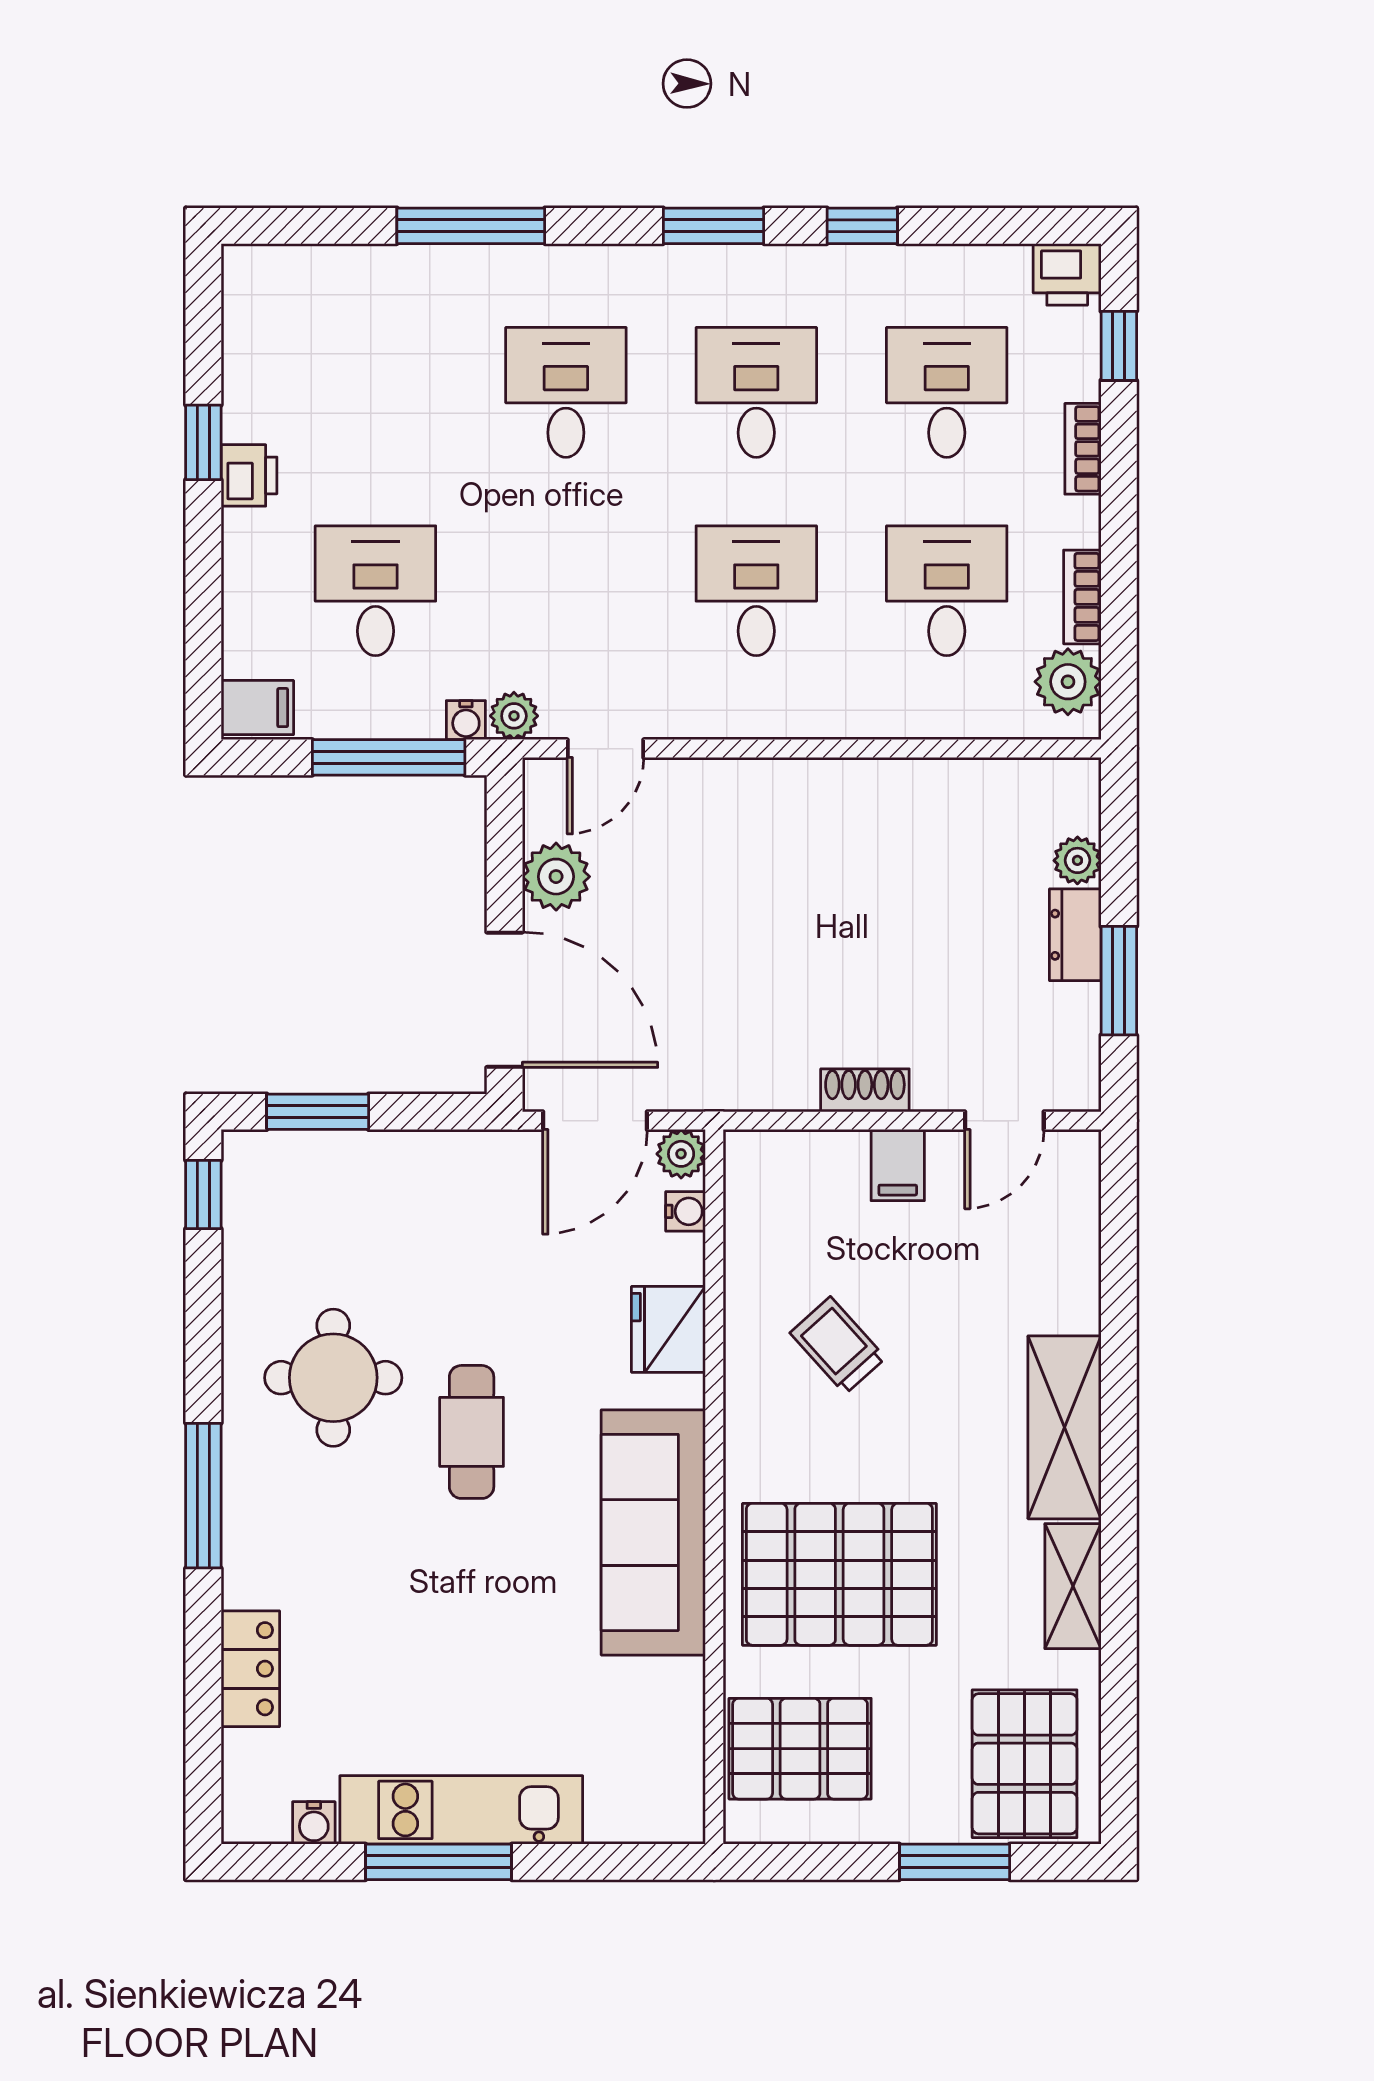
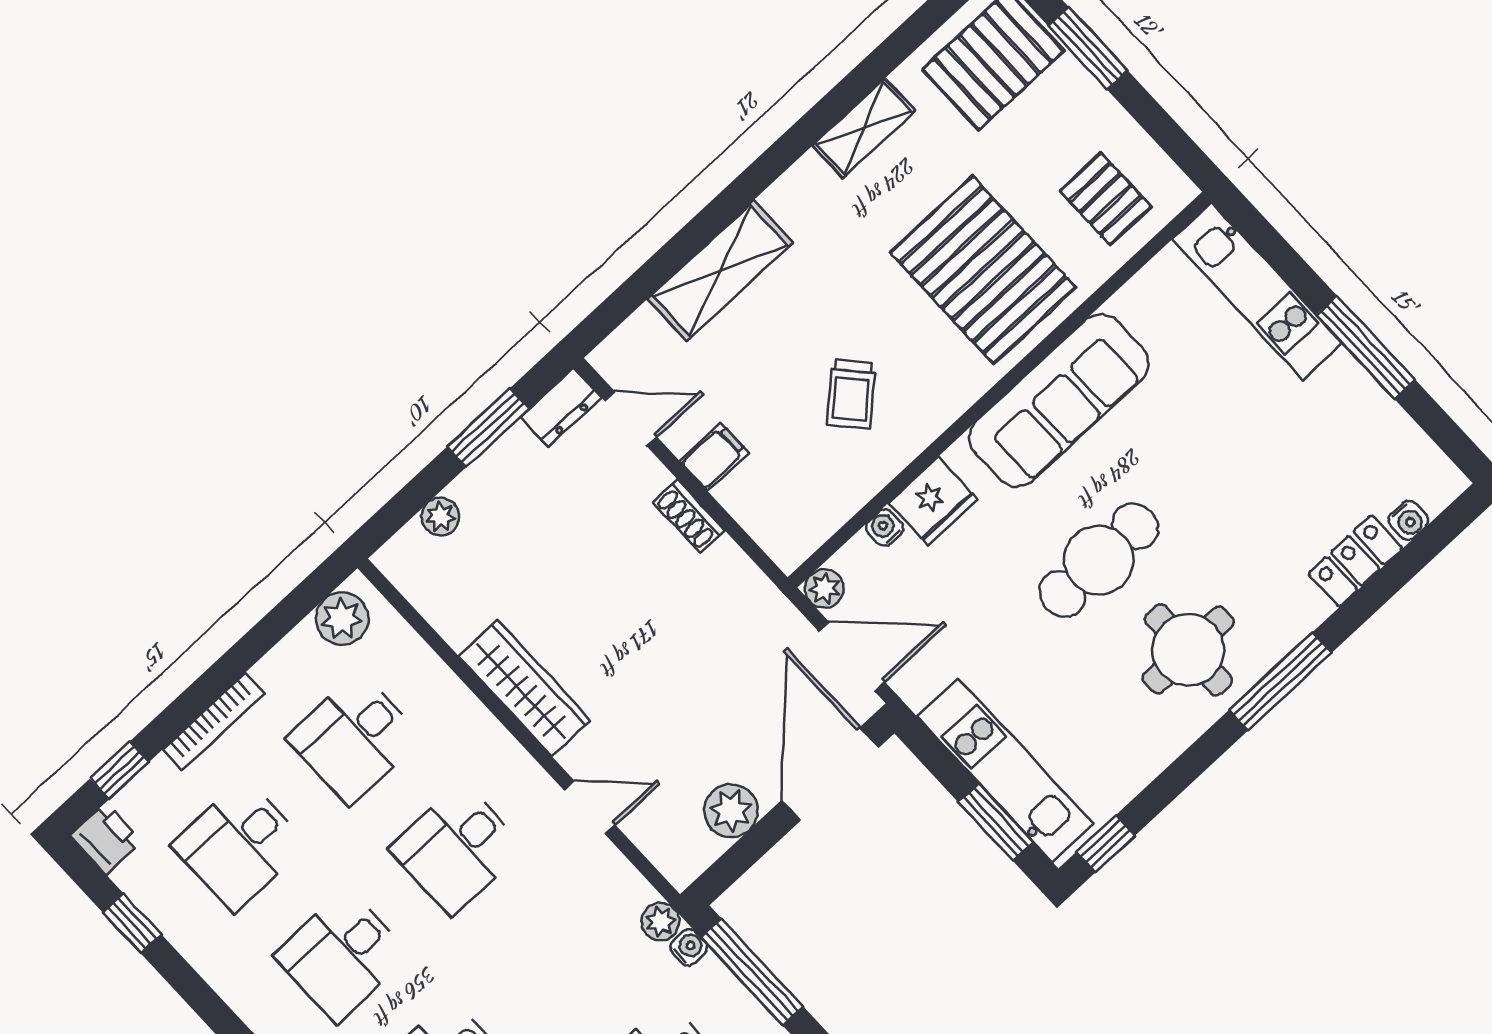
window: (862, 226) -> (132, 924), moved
bookcase: (1083, 449) -> (213, 722), width x1.56
bookcase: (1082, 597) -> (285, 656), removed
door: (605, 749) -> (590, 807), moved
wardrobe: (847, 791) -> (524, 688), added
dresser: (1075, 935) -> (561, 407), moved
kitchen unit: (358, 1165) -> (1005, 770), added
water cooler: (686, 1211) -> (885, 528), moved
round table: (333, 1378) -> (1188, 650), moved
shelving: (1064, 1427) -> (720, 271), moved
cafe table: (472, 1432) -> (1099, 560), width x1.37, depth x1.35
pallet: (800, 1749) -> (1105, 199), width x0.67, depth x0.71
kitchen unit: (461, 1810) -> (1257, 291), moved
water cooler: (314, 1823) -> (1408, 520), moved, turned 90

